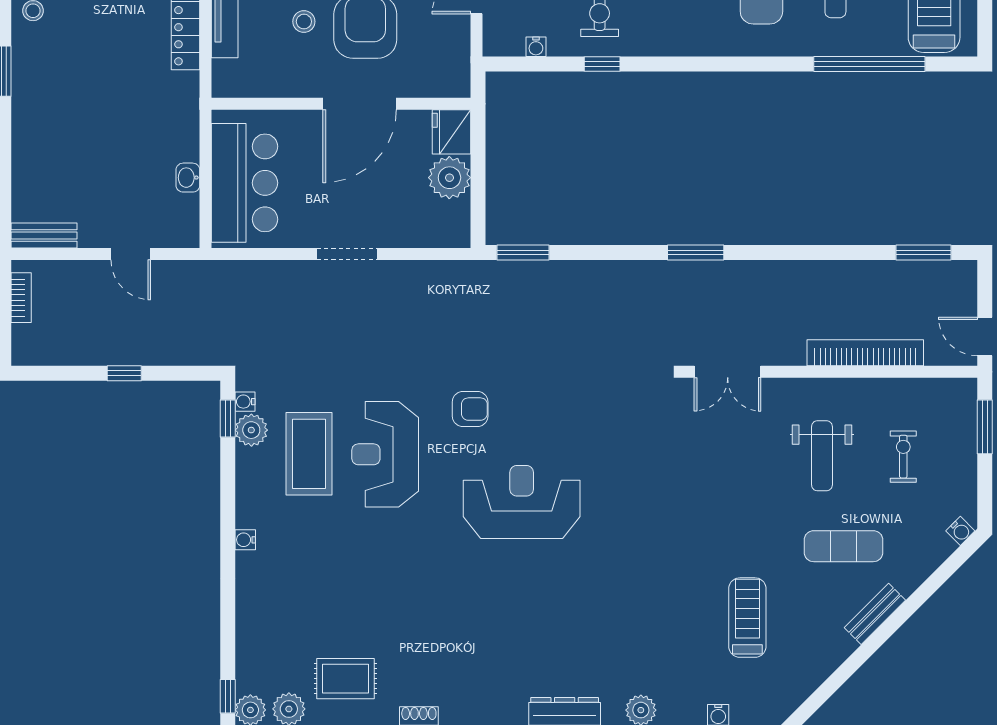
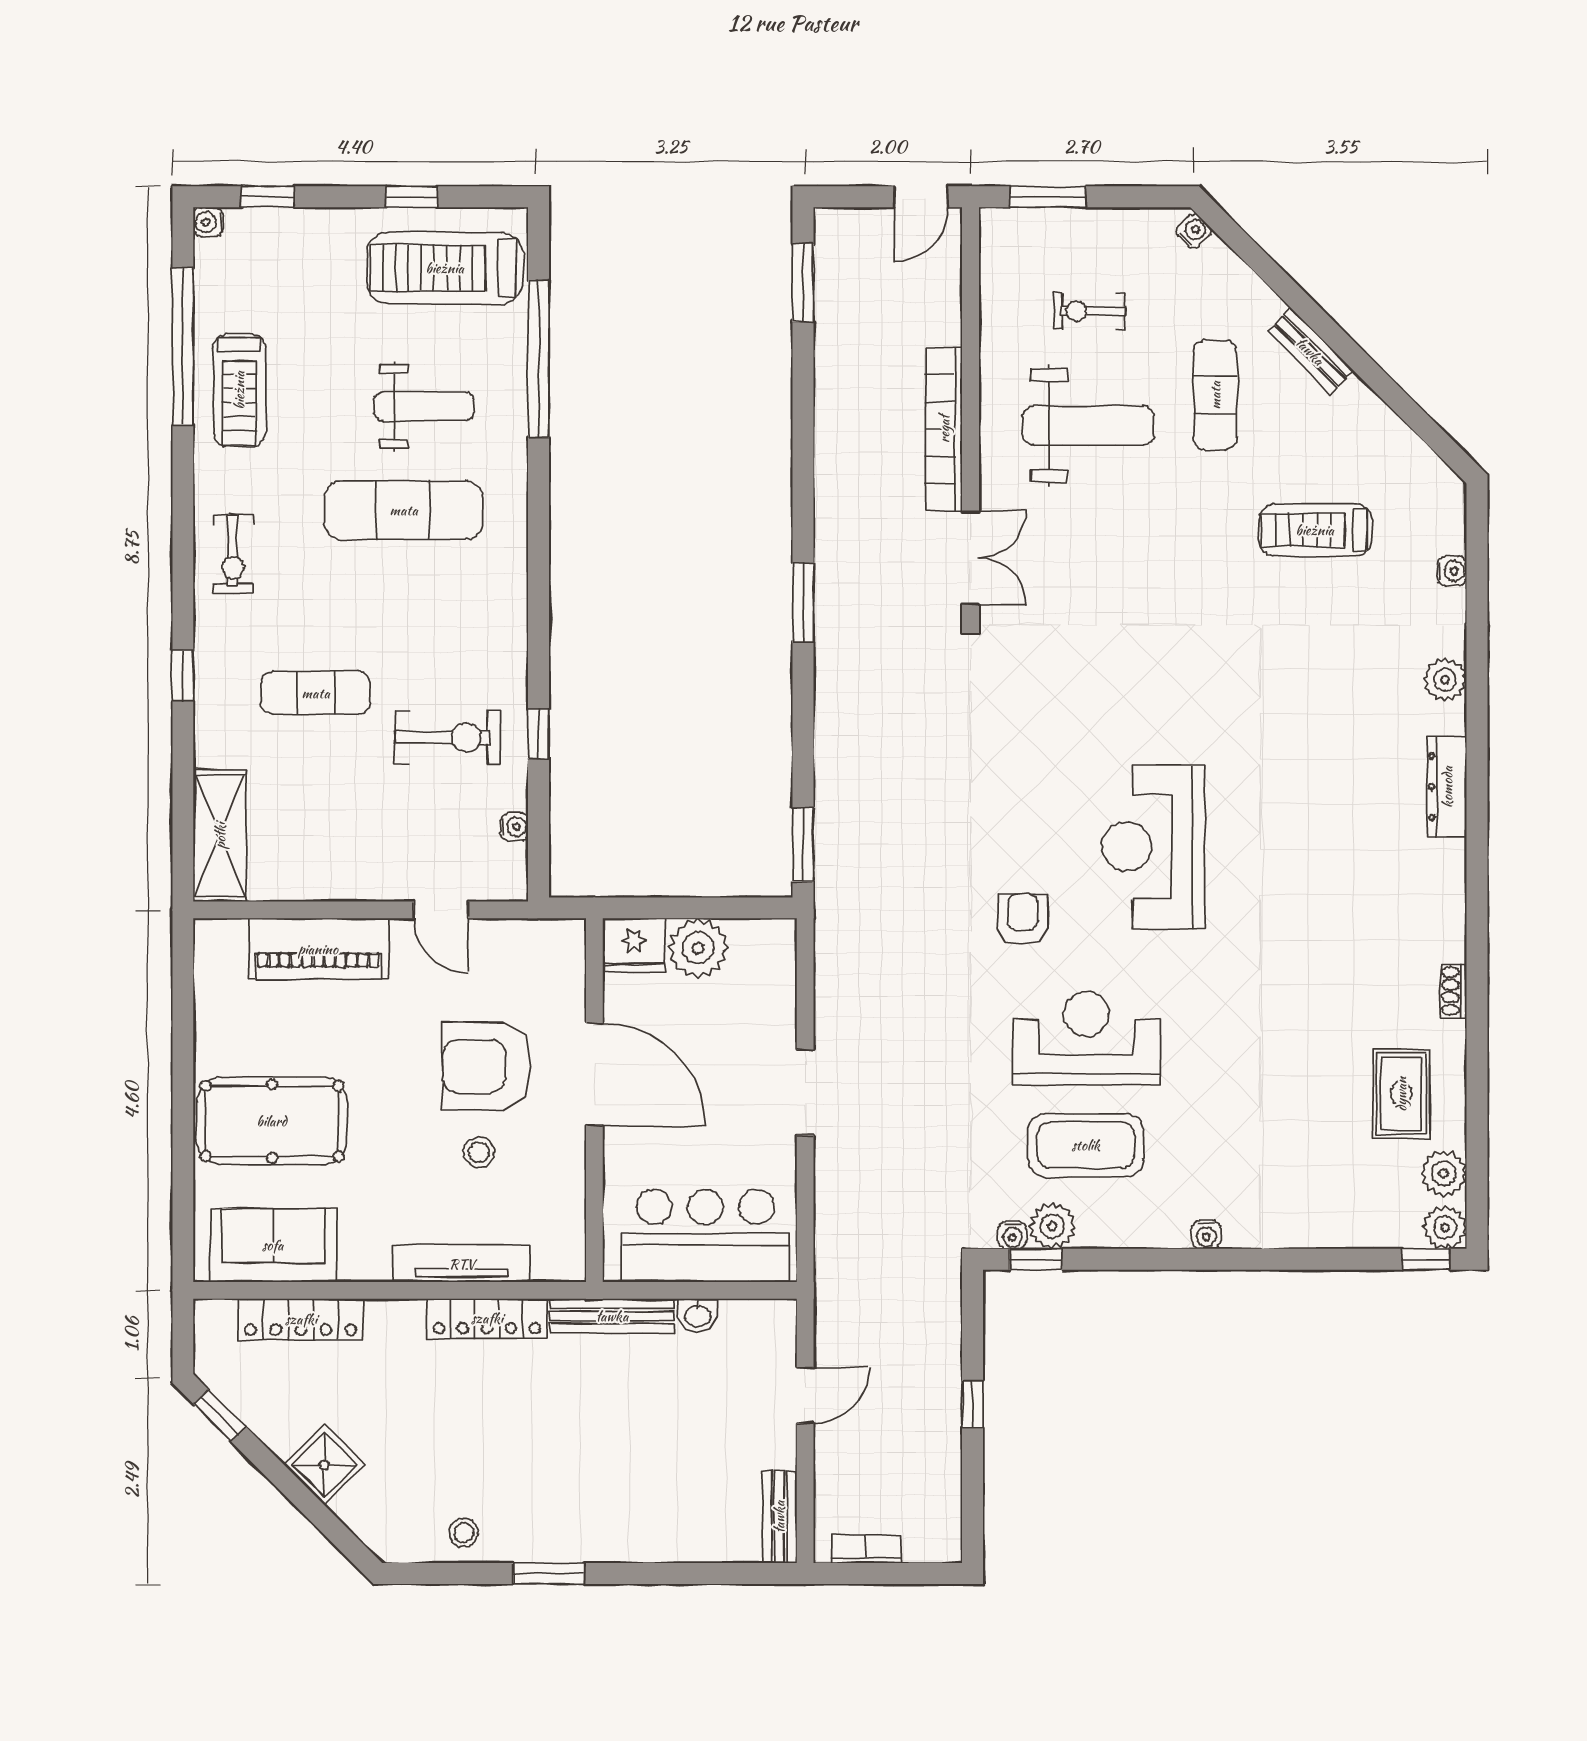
bench: (187, 116) -> (612, 1316), added
bookcase: (865, 353) -> (944, 429), moved
reception desk: (385, 454) -> (1086, 1038), turned 180
weight bench: (822, 456) -> (1088, 425), width x1.36, depth x1.33

